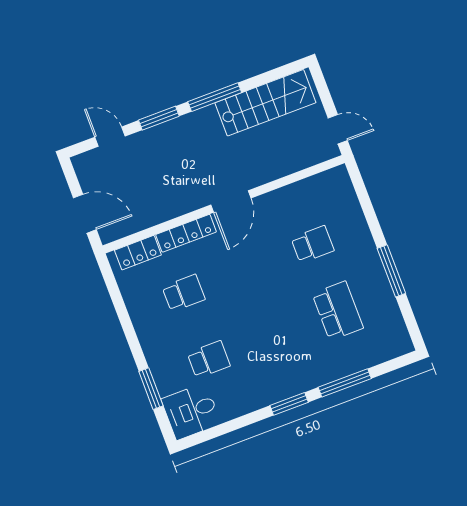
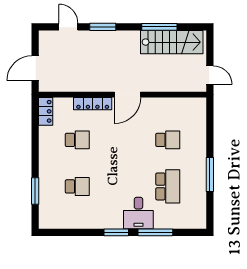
window: (215, 97) -> (159, 27), moved
door: (85, 214) -> (35, 68), swing flipped
locker: (138, 253) -> (46, 111), moved, turned -90
desk: (191, 411) -> (138, 213), moved, turned -90

